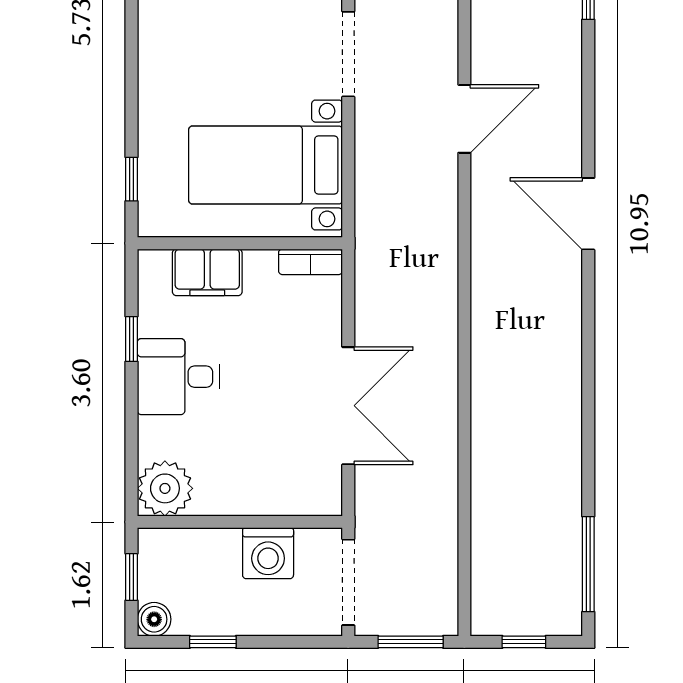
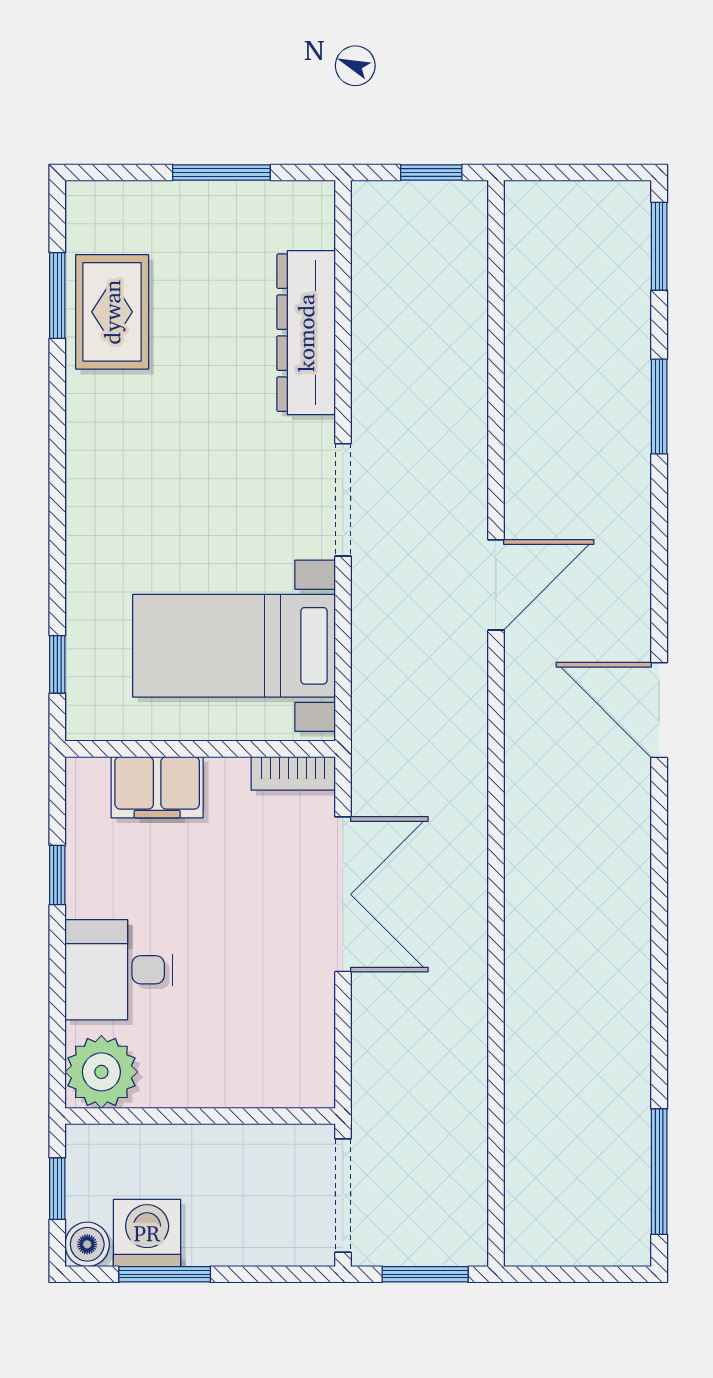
desk: (178, 377) -> (119, 970), moved
double door: (348, 406) -> (343, 894), moved
washing machine: (268, 553) -> (147, 1233), moved, turned 180
window: (213, 642) -> (165, 1274), width x1.50
window: (524, 642) -> (574, 1274), removed

